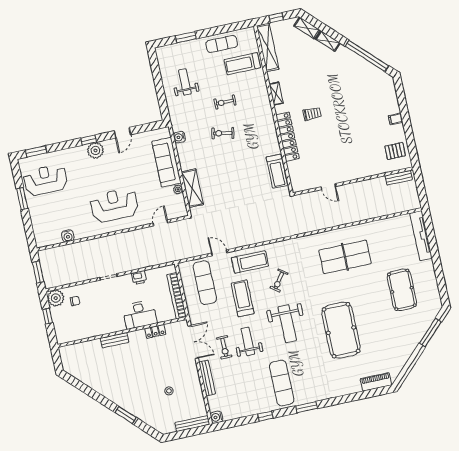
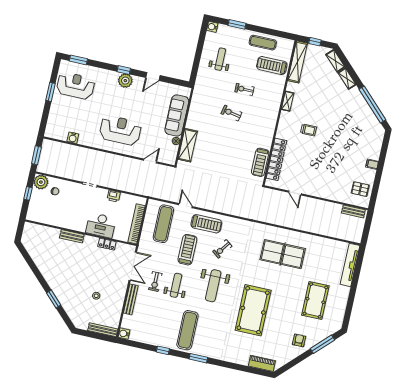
water cooler: (179, 137) -> (212, 27), moved
locker: (287, 137) -> (276, 159), moved
armchair: (404, 340) -> (299, 340), added

